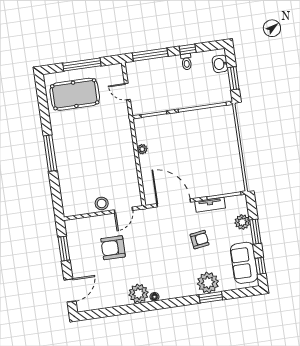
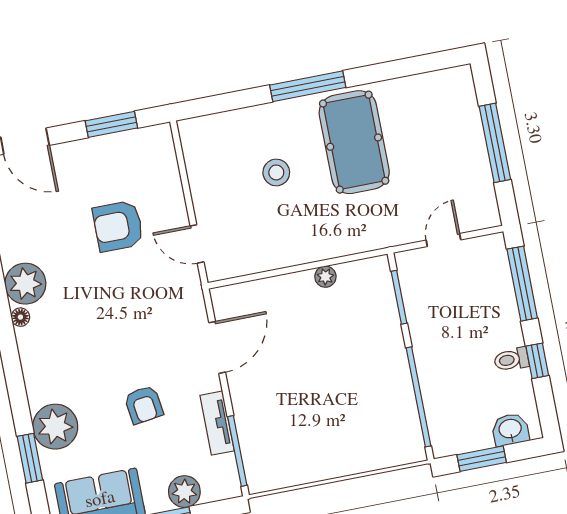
pool table: (75, 94) -> (354, 142), moved
stool: (102, 203) -> (276, 172), moved
door: (174, 203) -> (217, 347), width x0.73
armchair: (113, 248) -> (118, 226), turned -90
window: (211, 297) -> (30, 458), moved

